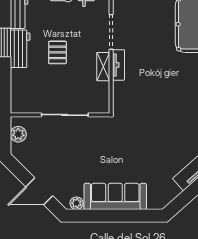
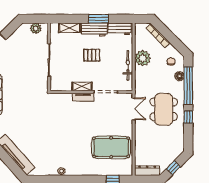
shelving: (17, 85) -> (70, 28), added

